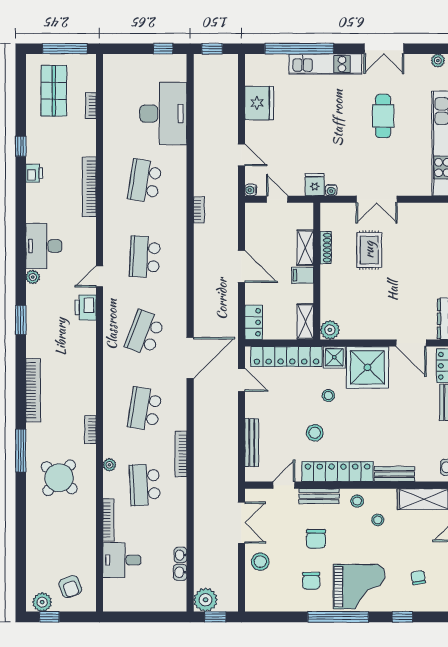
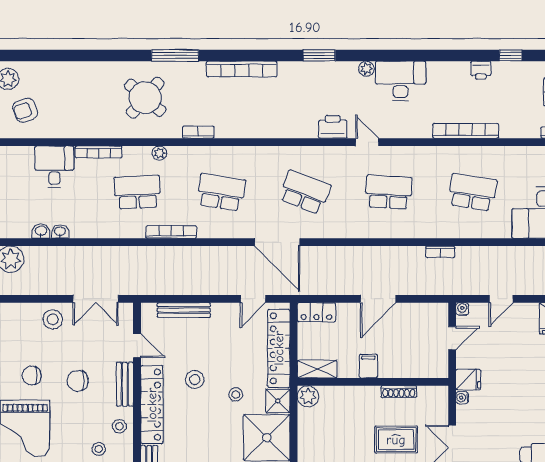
shelving: (305, 248) -> (399, 369), removed

